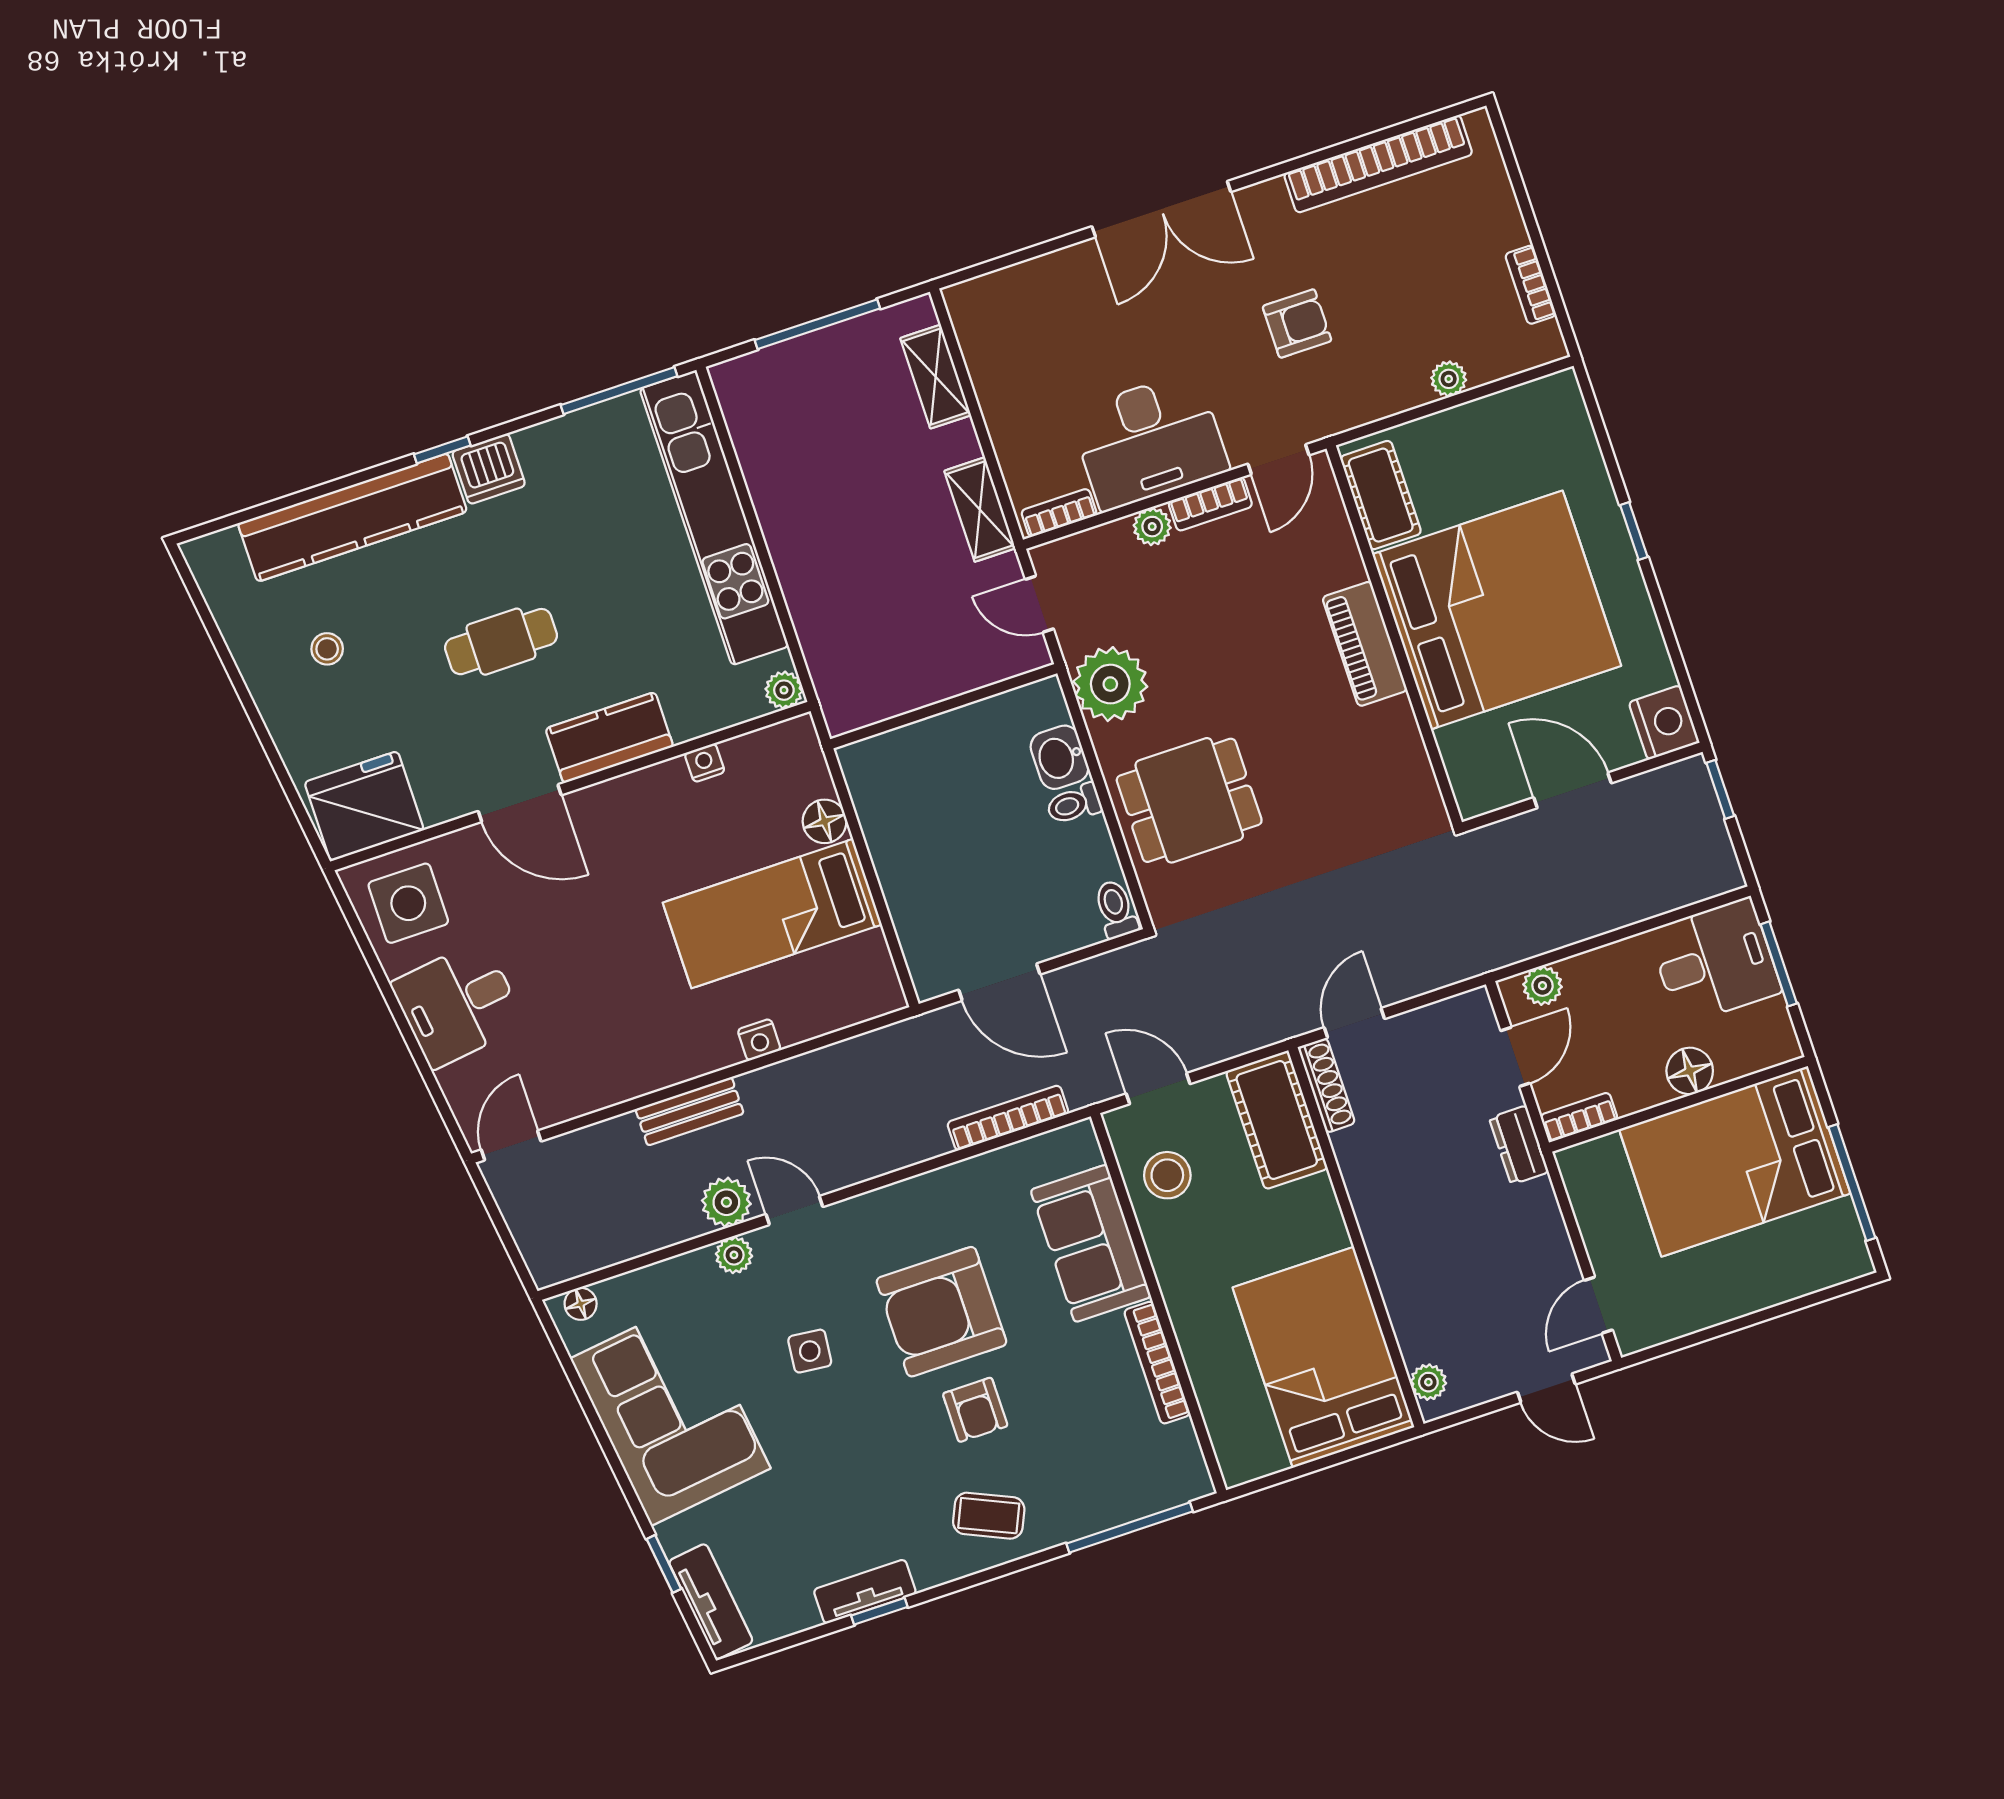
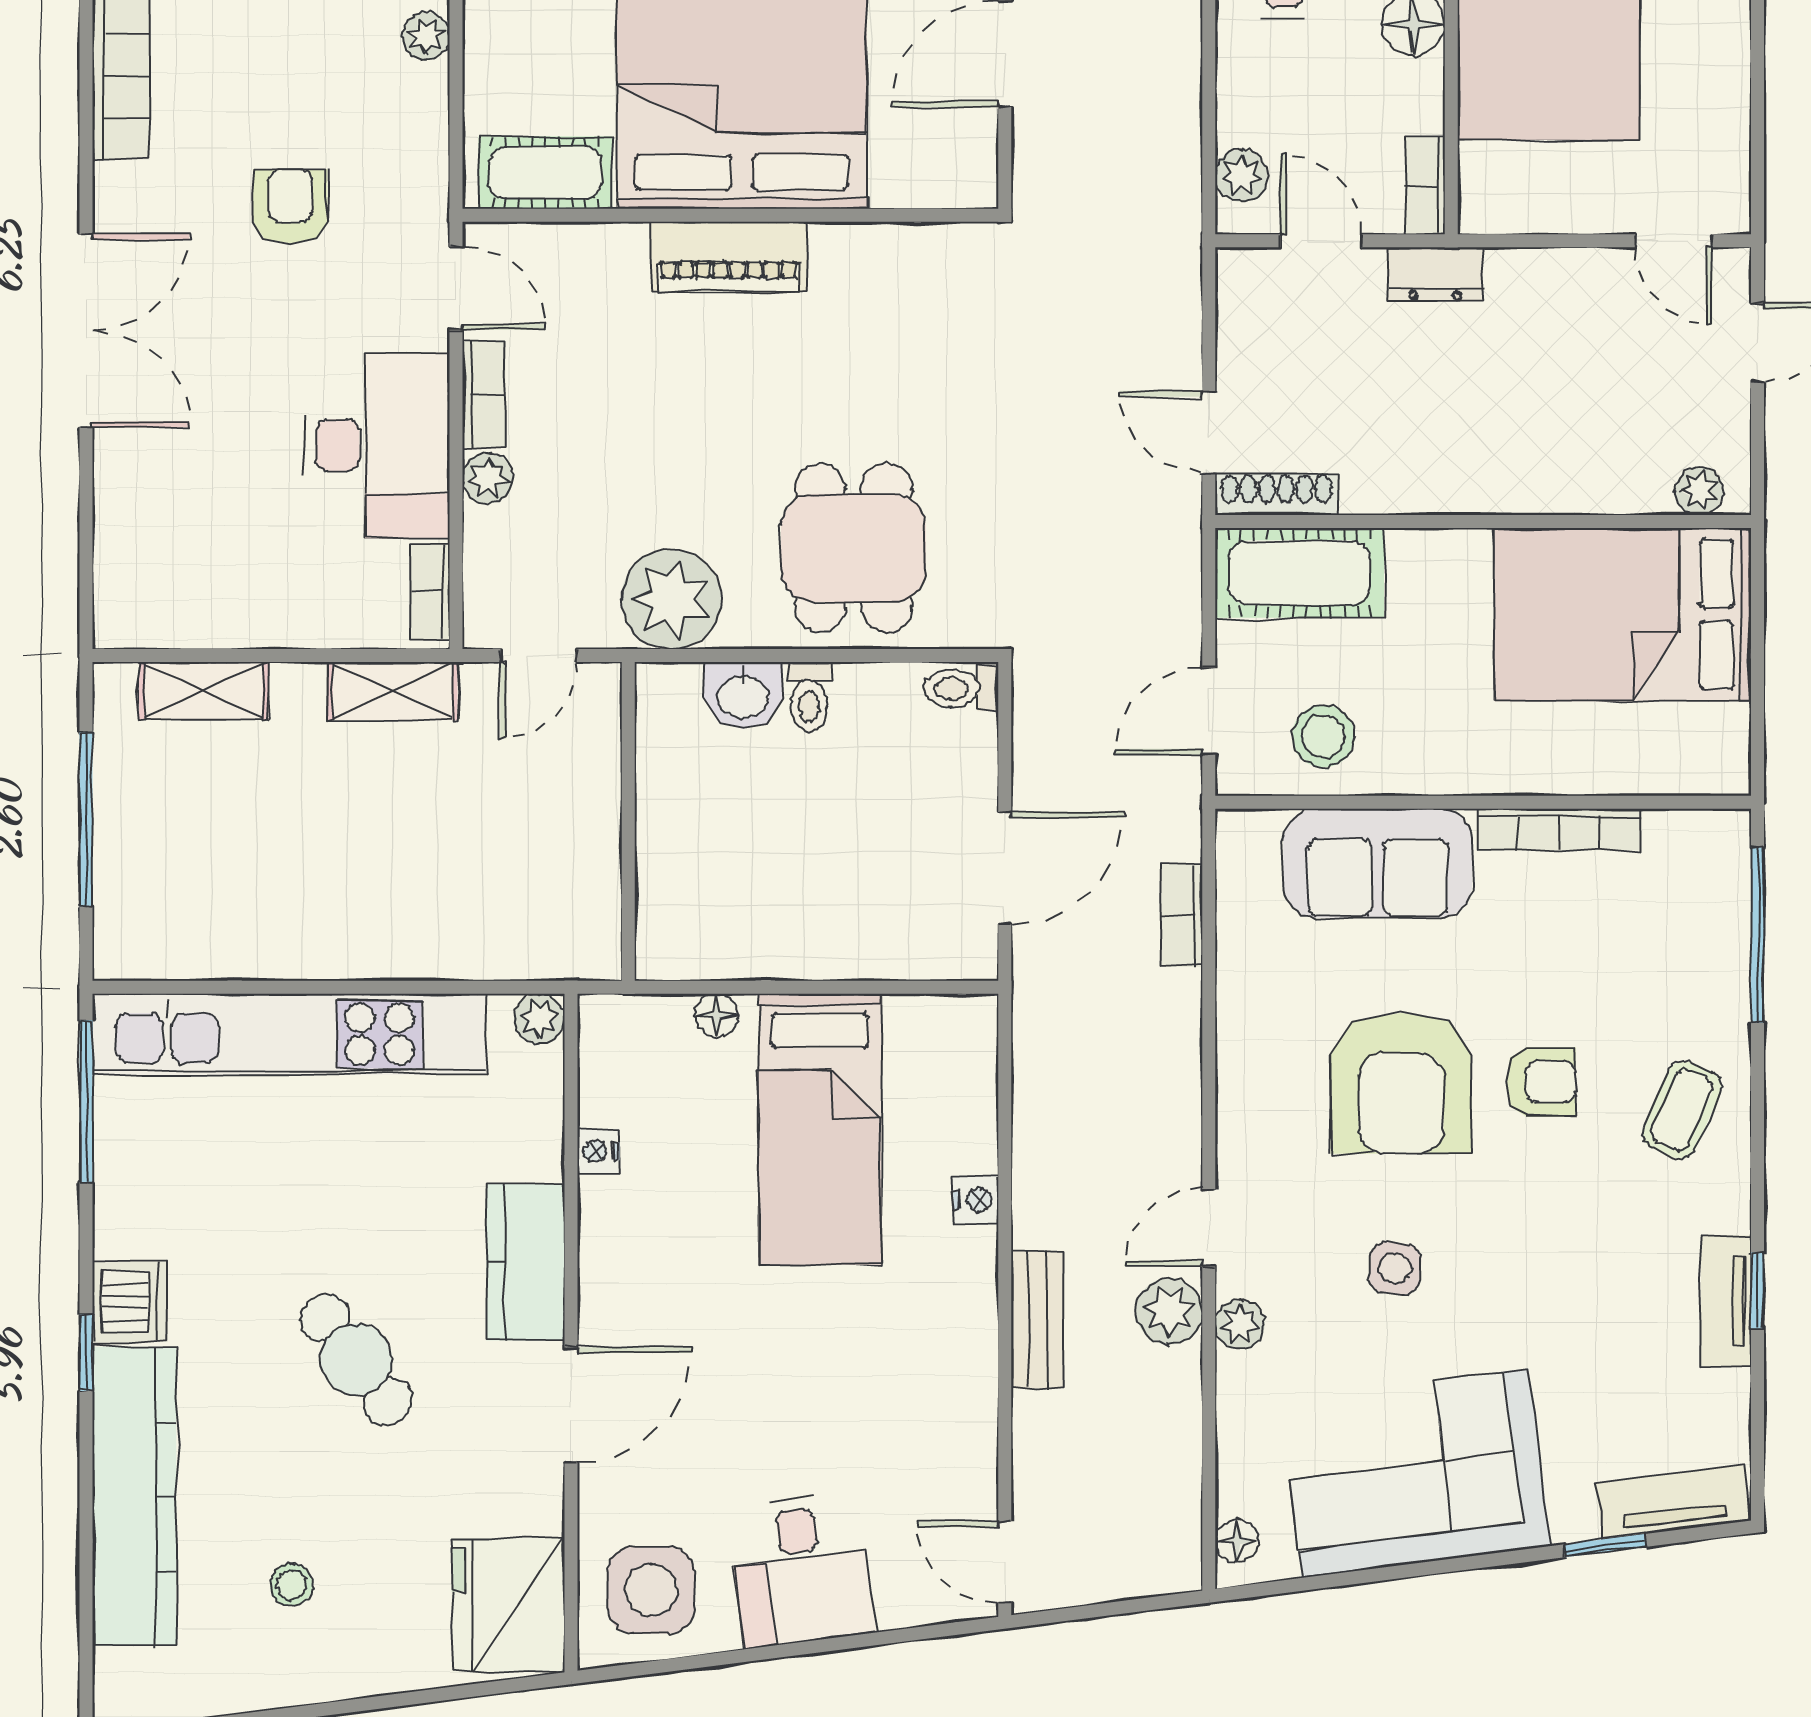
cafe table: (501, 642) -> (356, 1360), turned -37
floor lamp: (825, 821) -> (717, 1015), width x0.73, depth x0.73
bookcase: (1008, 1118) -> (1182, 915), width x0.64

